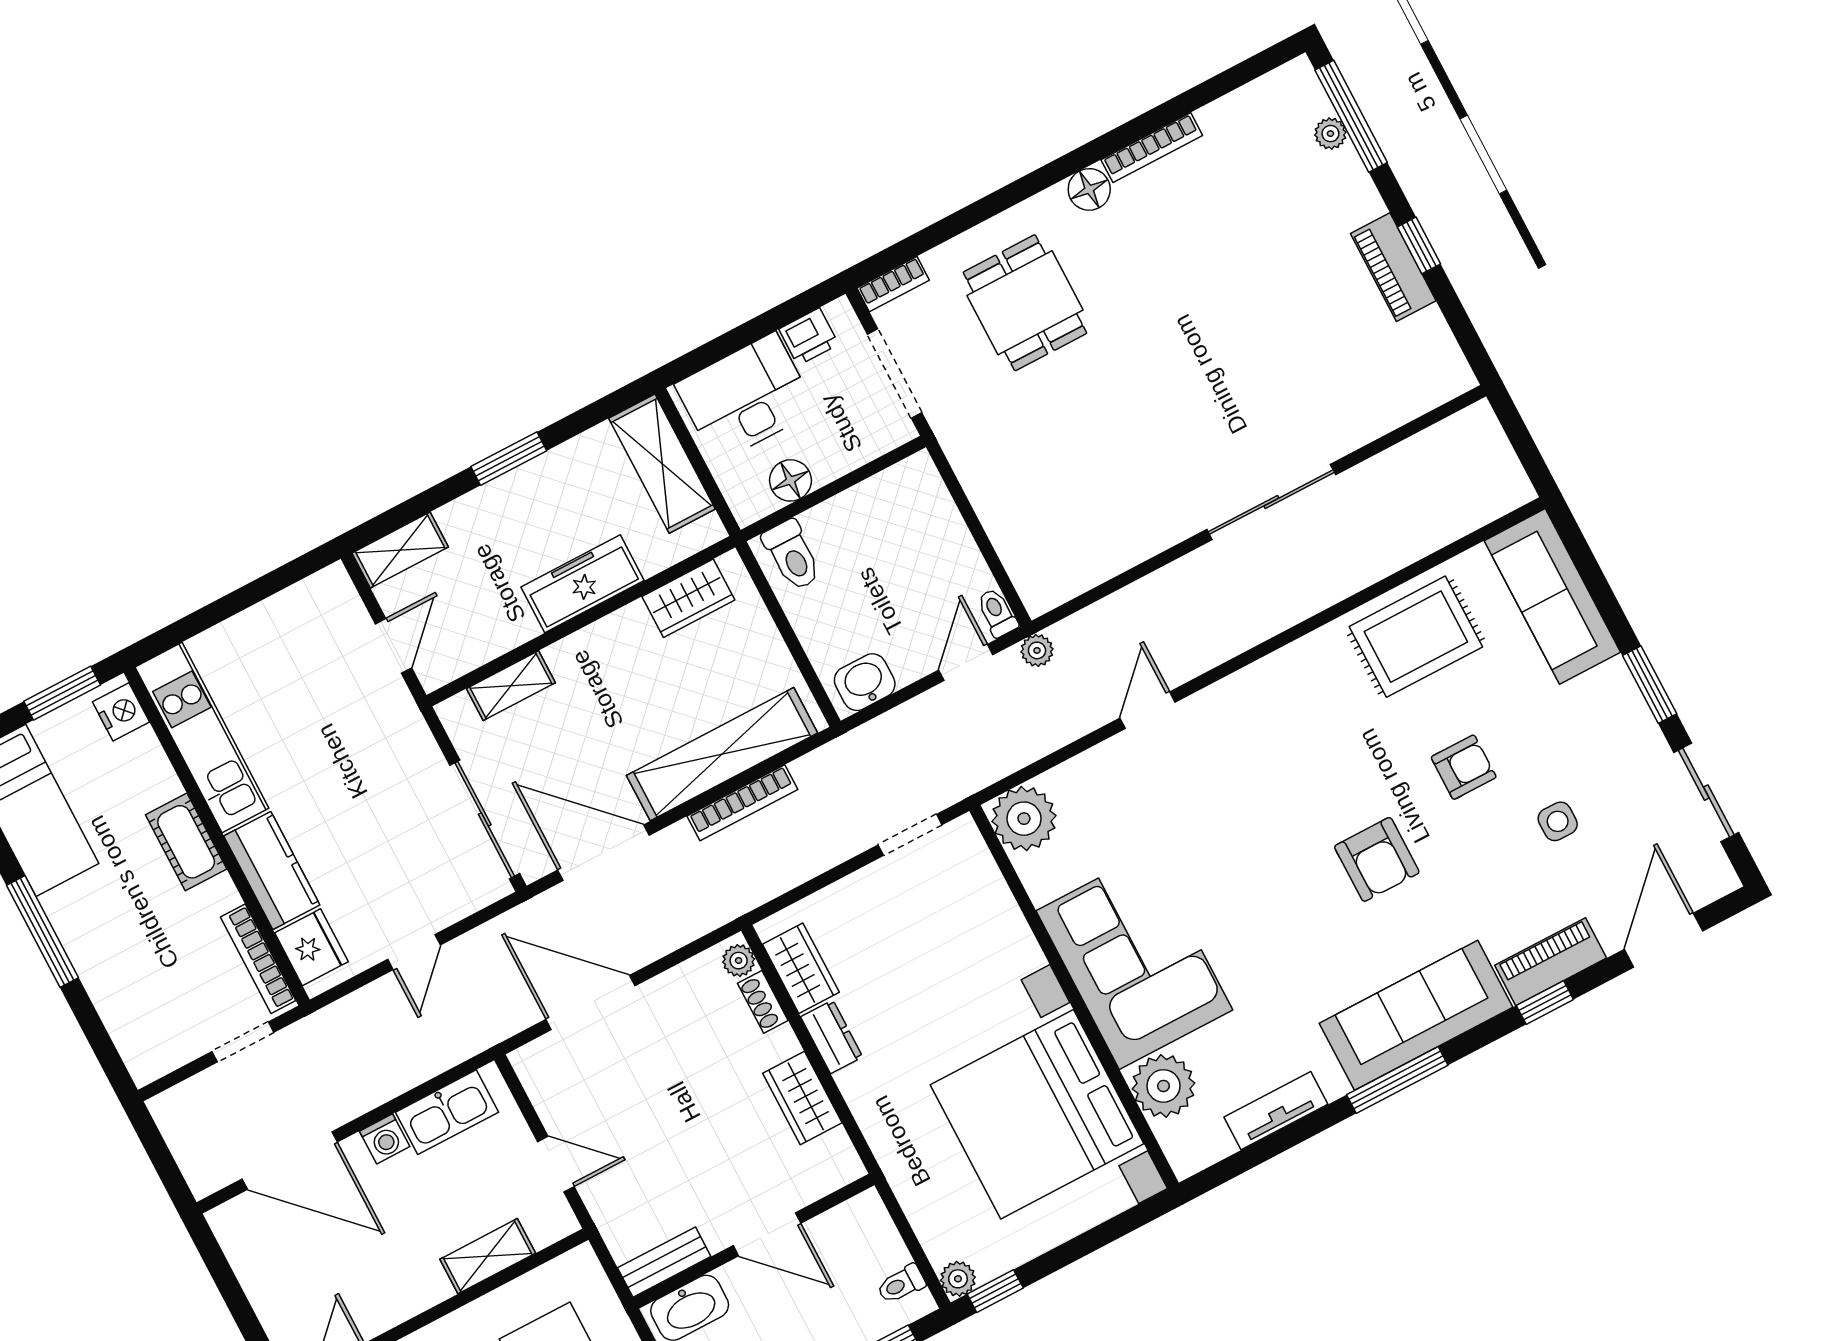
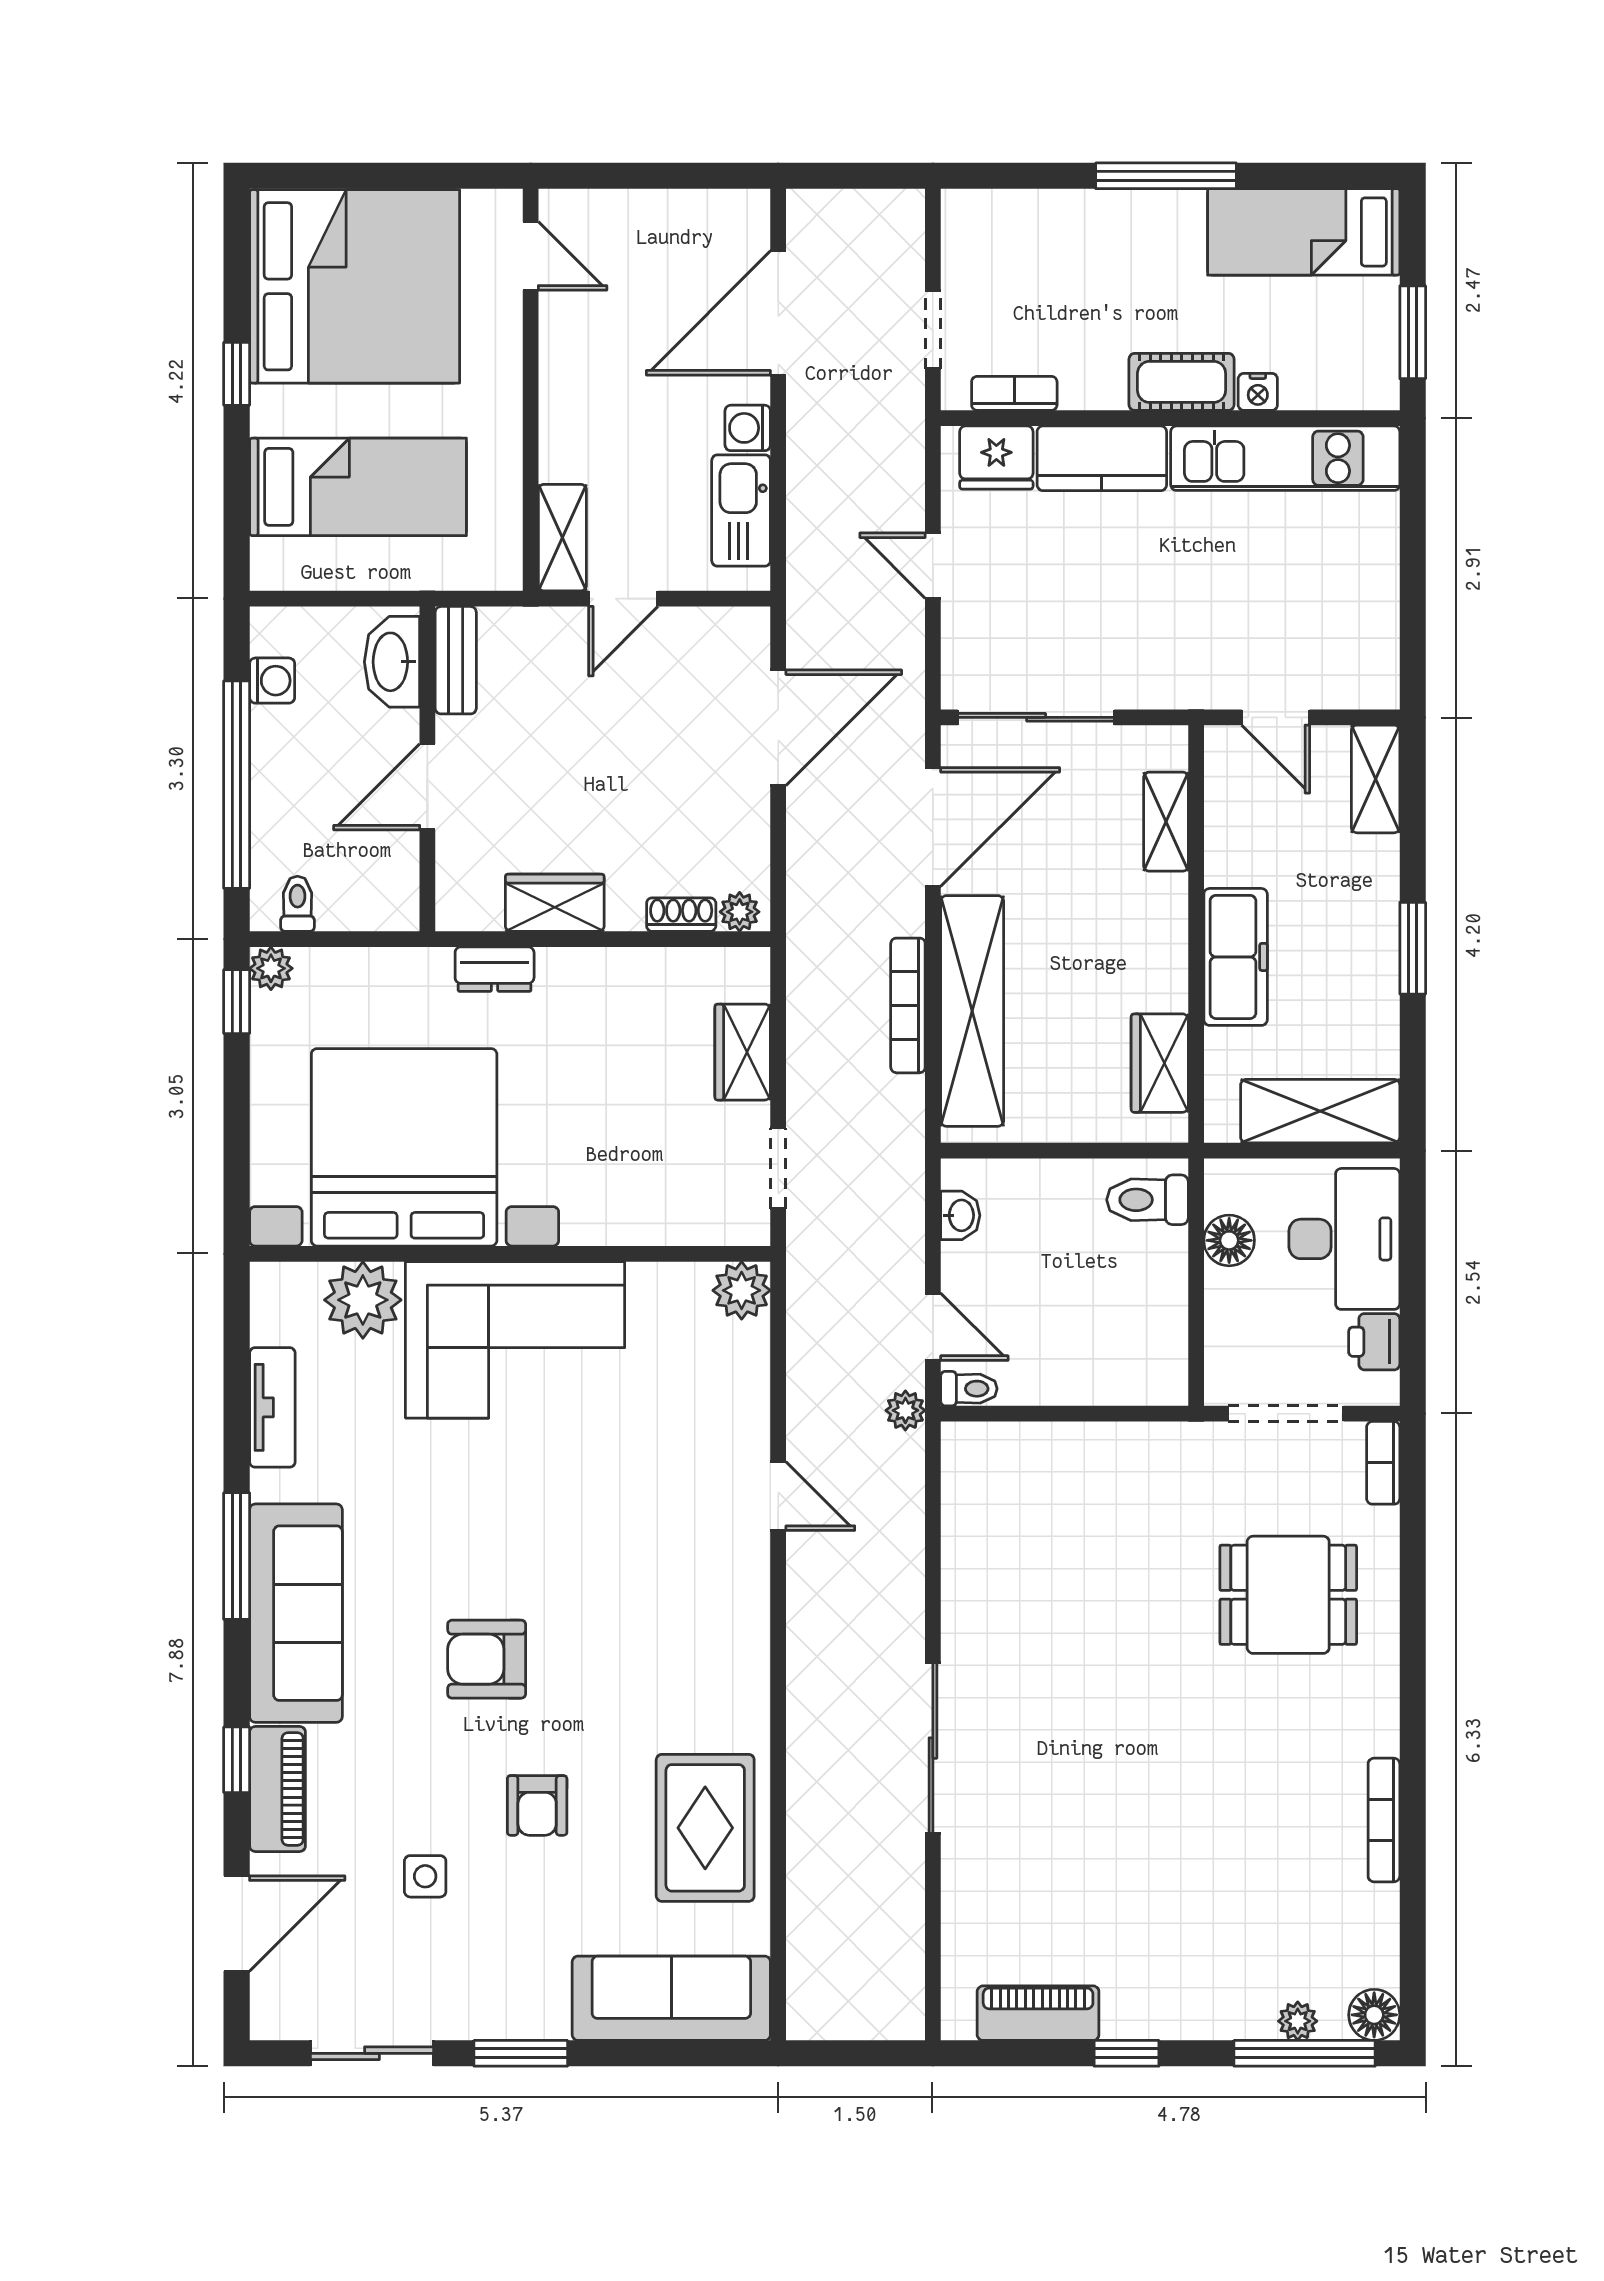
floor lamp: (1089, 189) -> (1374, 2015), moved
piano: (1393, 267) -> (1038, 2013), moved
washbasin: (865, 682) -> (960, 1215), width x0.72, depth x0.69
nightstand: (121, 712) -> (1258, 392), moved, width x0.72, depth x0.74
plant: (1024, 819) -> (742, 1290), width x0.73, depth x0.73
door: (1664, 940) -> (237, 1923), hinge flipped
bookcase: (258, 959) -> (1014, 393), width x0.64
wardrobe: (801, 968) -> (743, 1052), moved, turned 90
dresser: (832, 1037) -> (495, 969), moved
shelving: (488, 1256) -> (562, 538), moved

